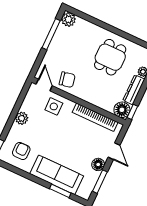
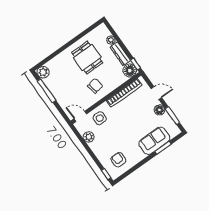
chair: (67, 80) -> (95, 86), moved
plant: (22, 118) -> (89, 137), moved
sofa: (57, 175) -> (154, 141), width x0.73

